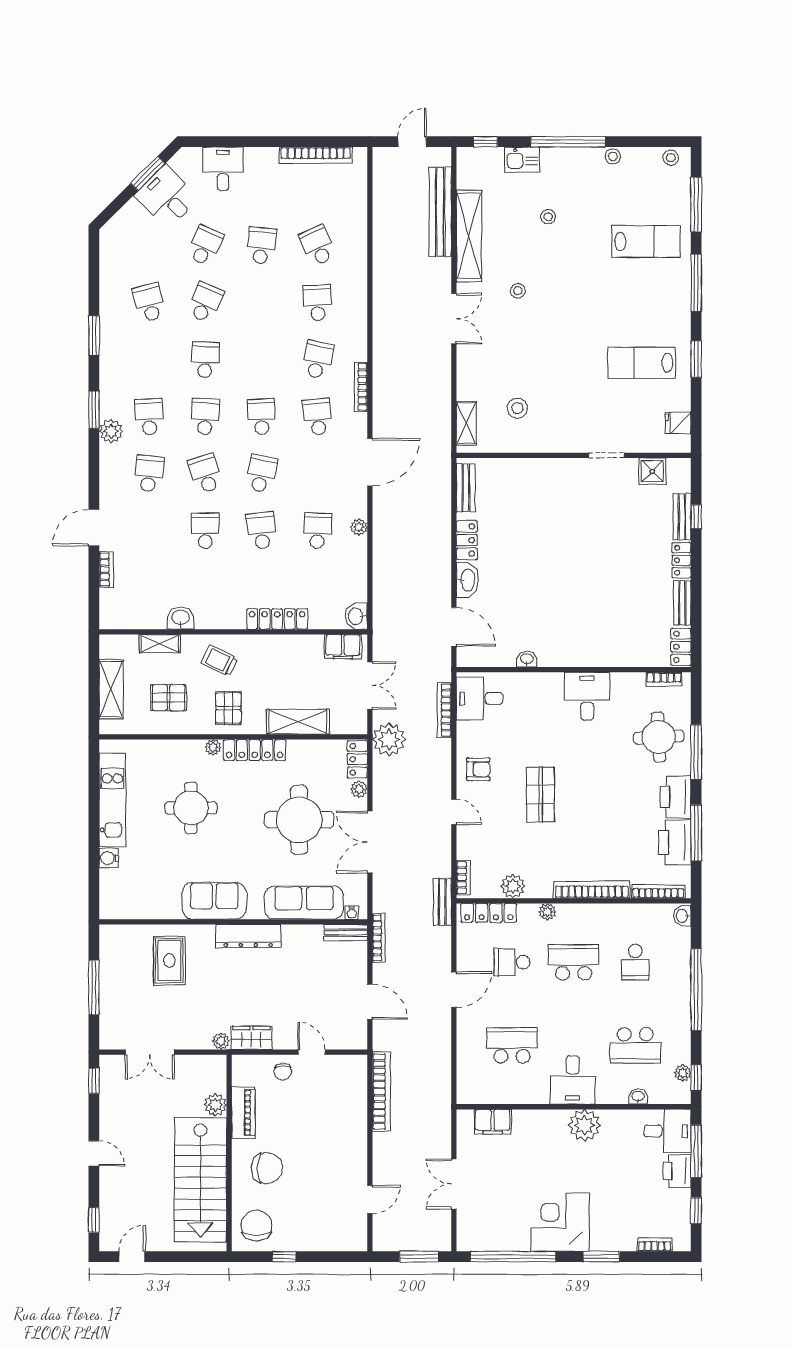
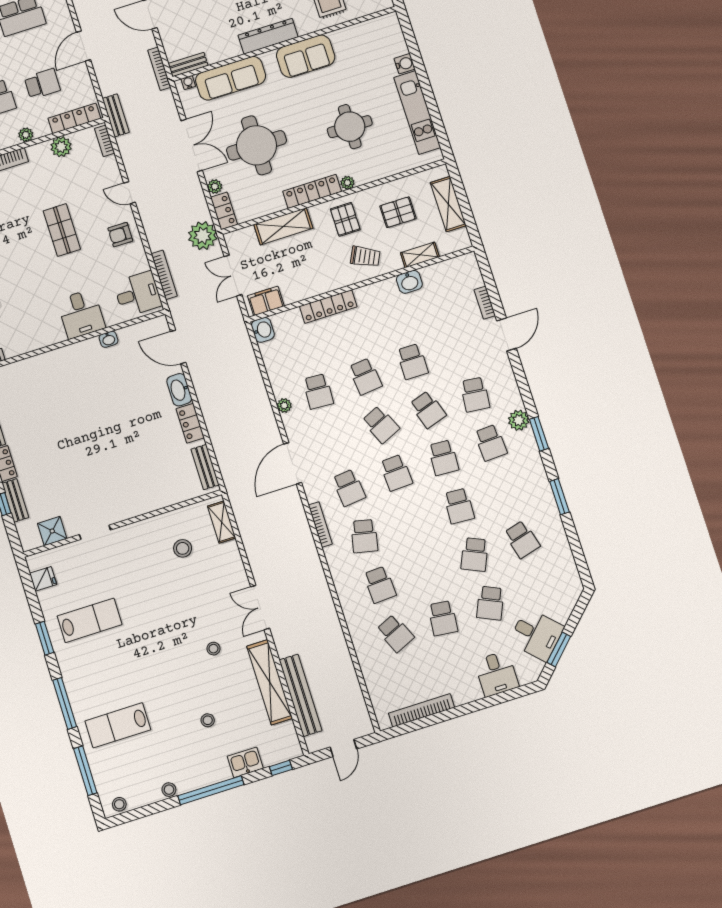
school desk: (261, 474) -> (381, 424), turned -36
desk: (587, 696) -> (81, 314), moved

